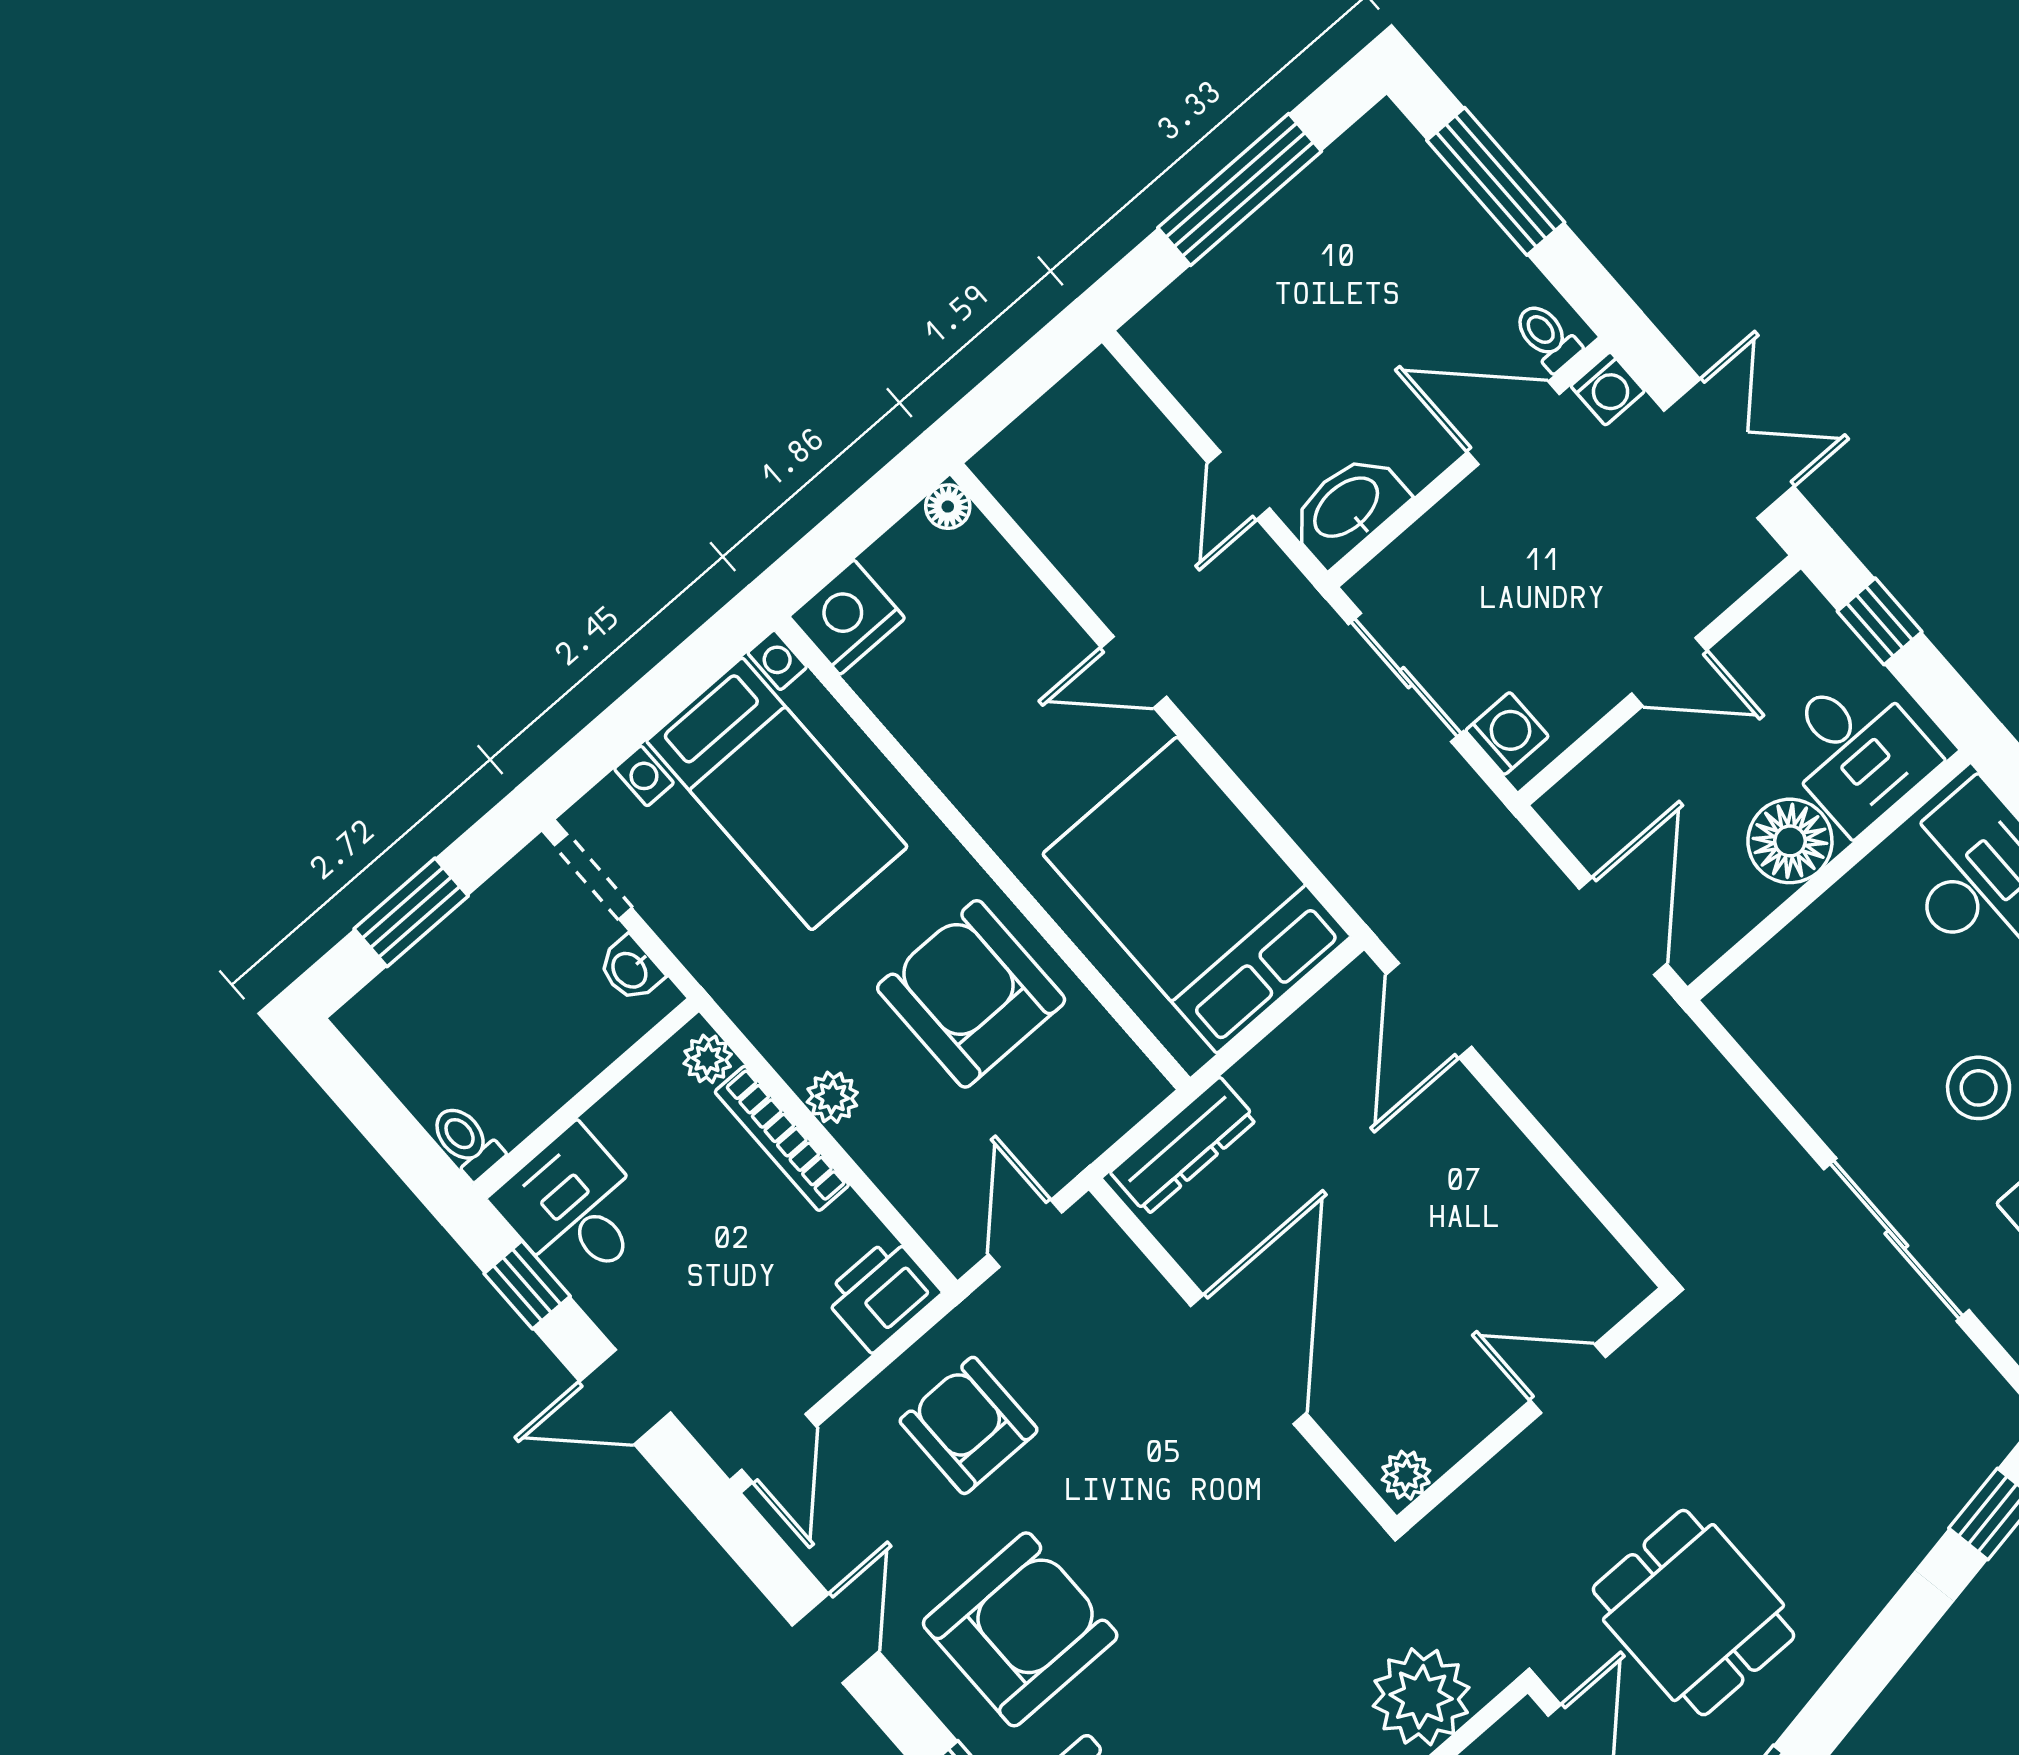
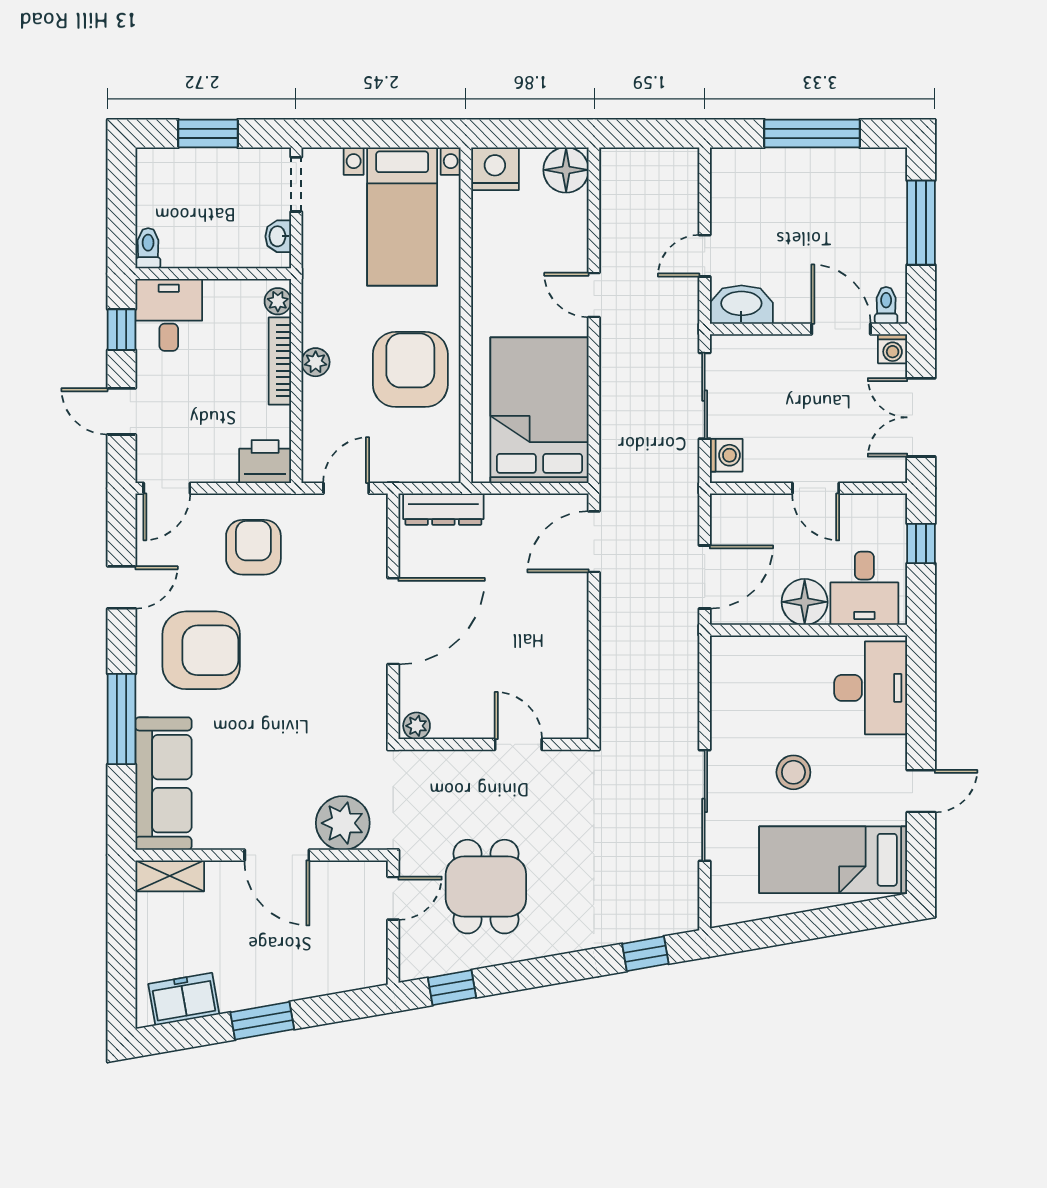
double door: (1729, 449) -> (921, 417), swing flipped
floor lamp: (948, 507) -> (566, 170), width x1.89, depth x1.89

